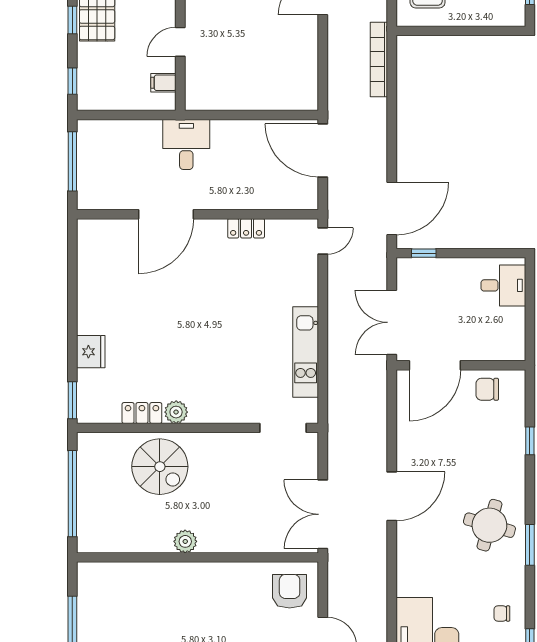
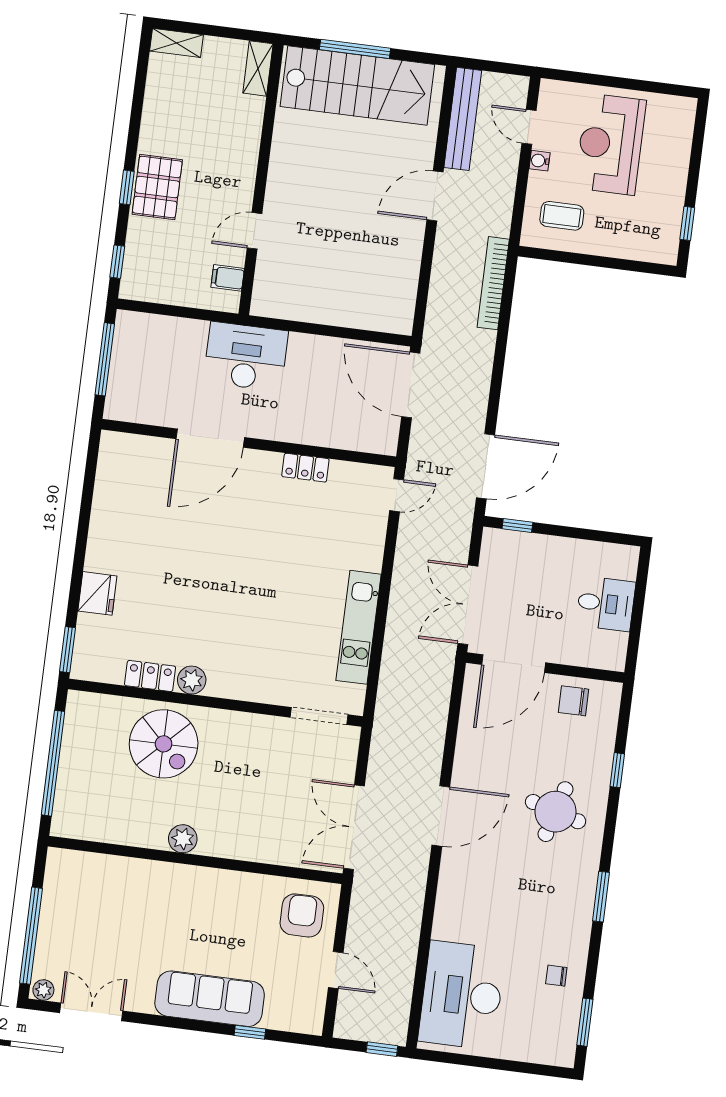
desk: (186, 144) -> (246, 357), width x1.37
desk: (503, 285) -> (606, 604), moved
round table: (489, 525) -> (556, 812), moved

